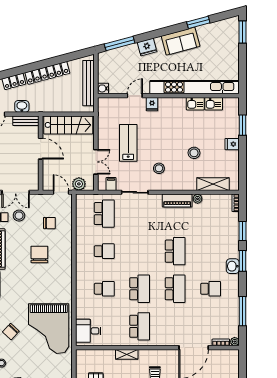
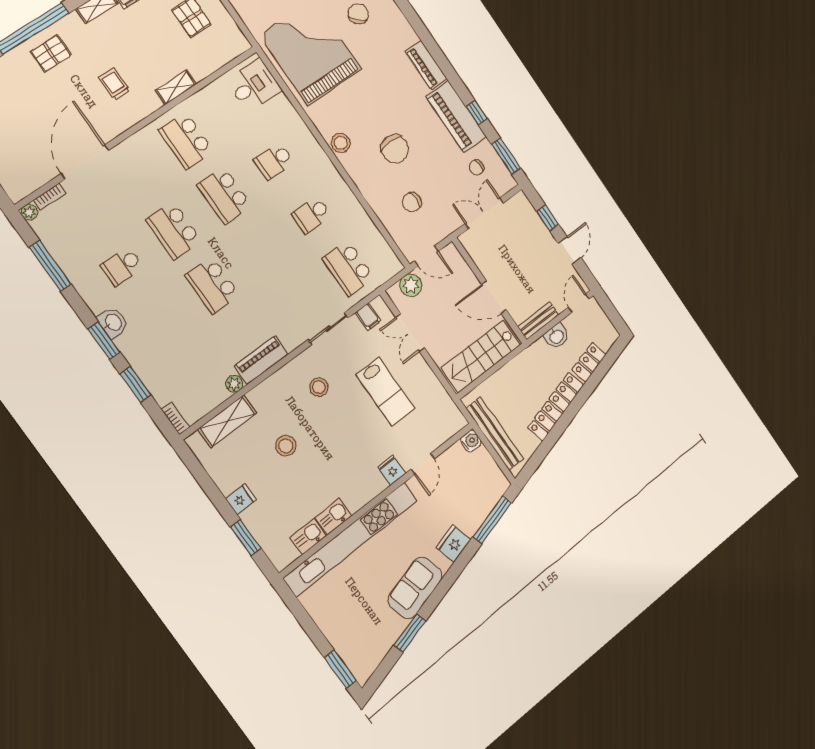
stool: (19, 216) -> (341, 143), moved

